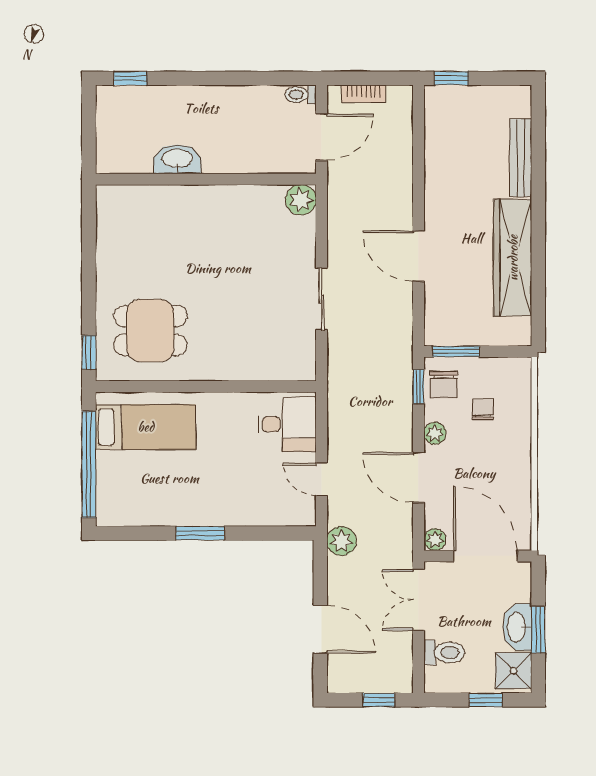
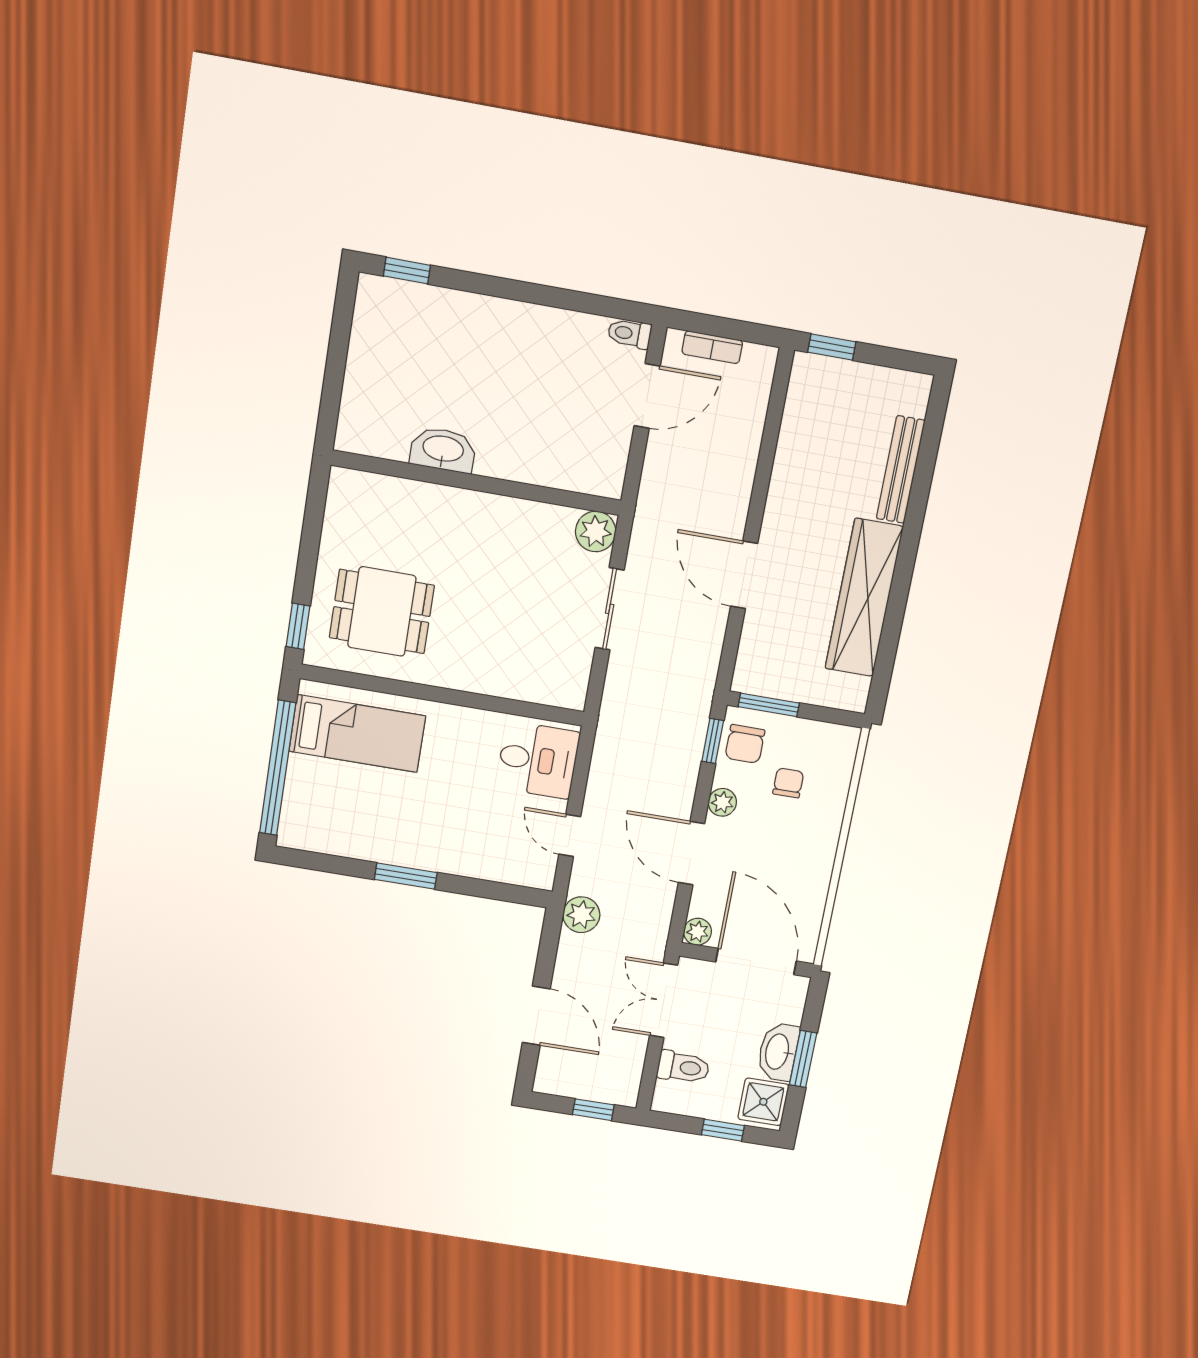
washbasin: (177, 159) -> (443, 450), moved
wall: (206, 179) -> (476, 483), moved
plant: (301, 200) -> (596, 531), moved

